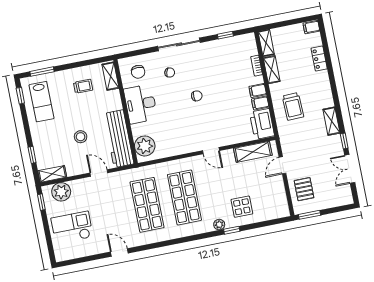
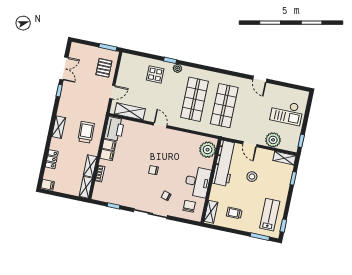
shelving: (331, 121) -> (59, 127), moved
plant: (61, 192) -> (273, 140), moved

